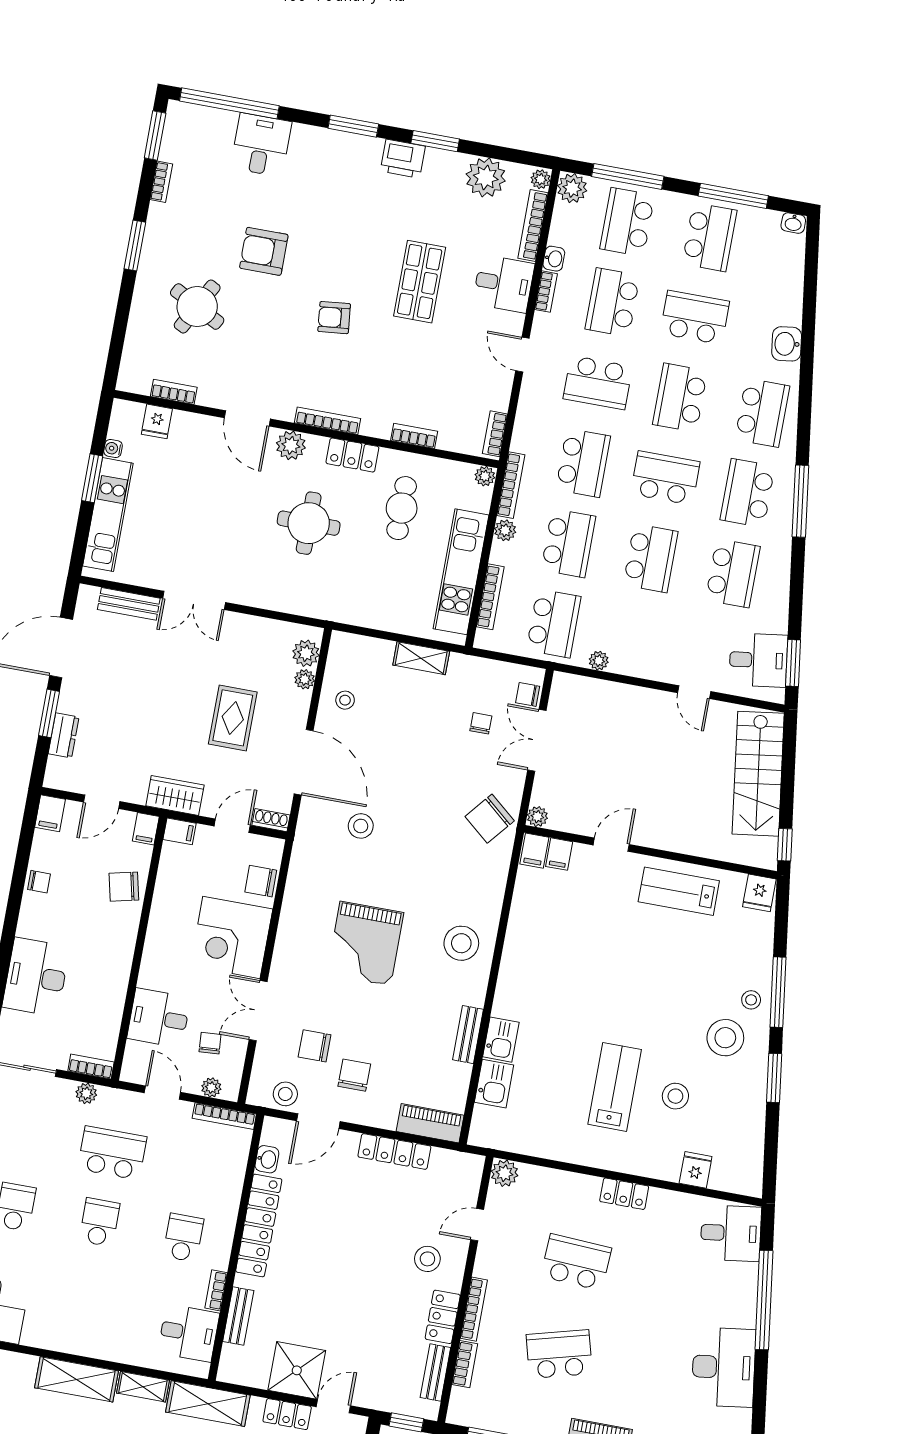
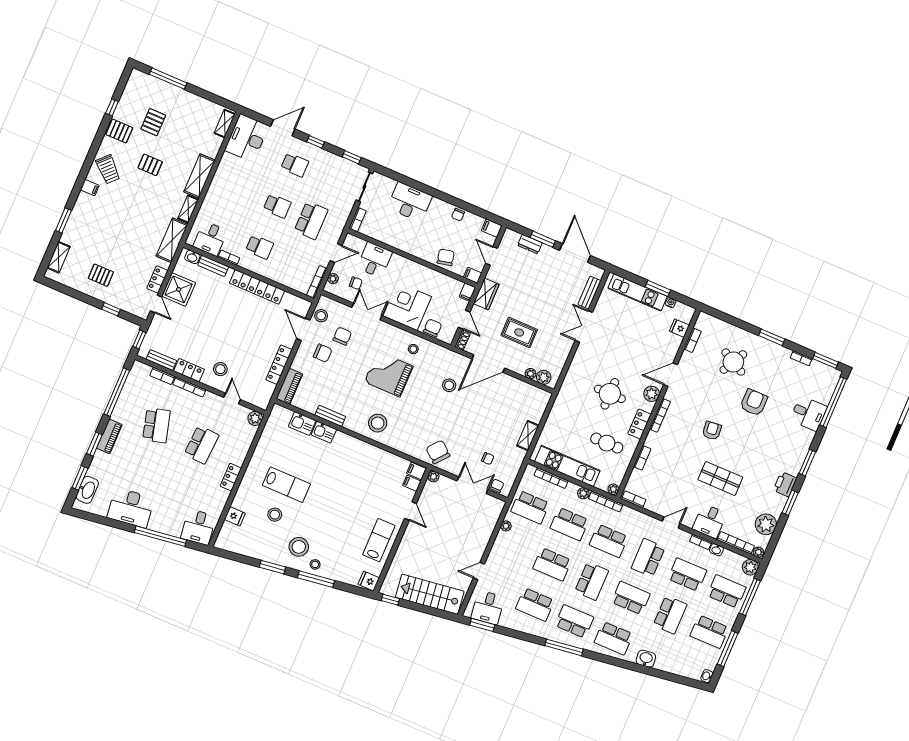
stool: (345, 700) -> (413, 349), moved
plant: (86, 1093) -> (344, 214), removed
washbasin: (267, 1159) -> (192, 257), moved

